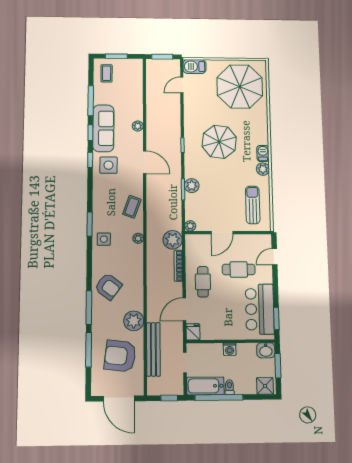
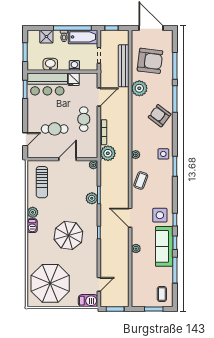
bar counter: (260, 309) -> (47, 84), moved, turned 90
fridge: (193, 332) -> (74, 79), moved
washing machine: (230, 349) -> (74, 65), moved
washbasin: (266, 350) -> (50, 64), moved
shower: (265, 386) -> (46, 37), moved

